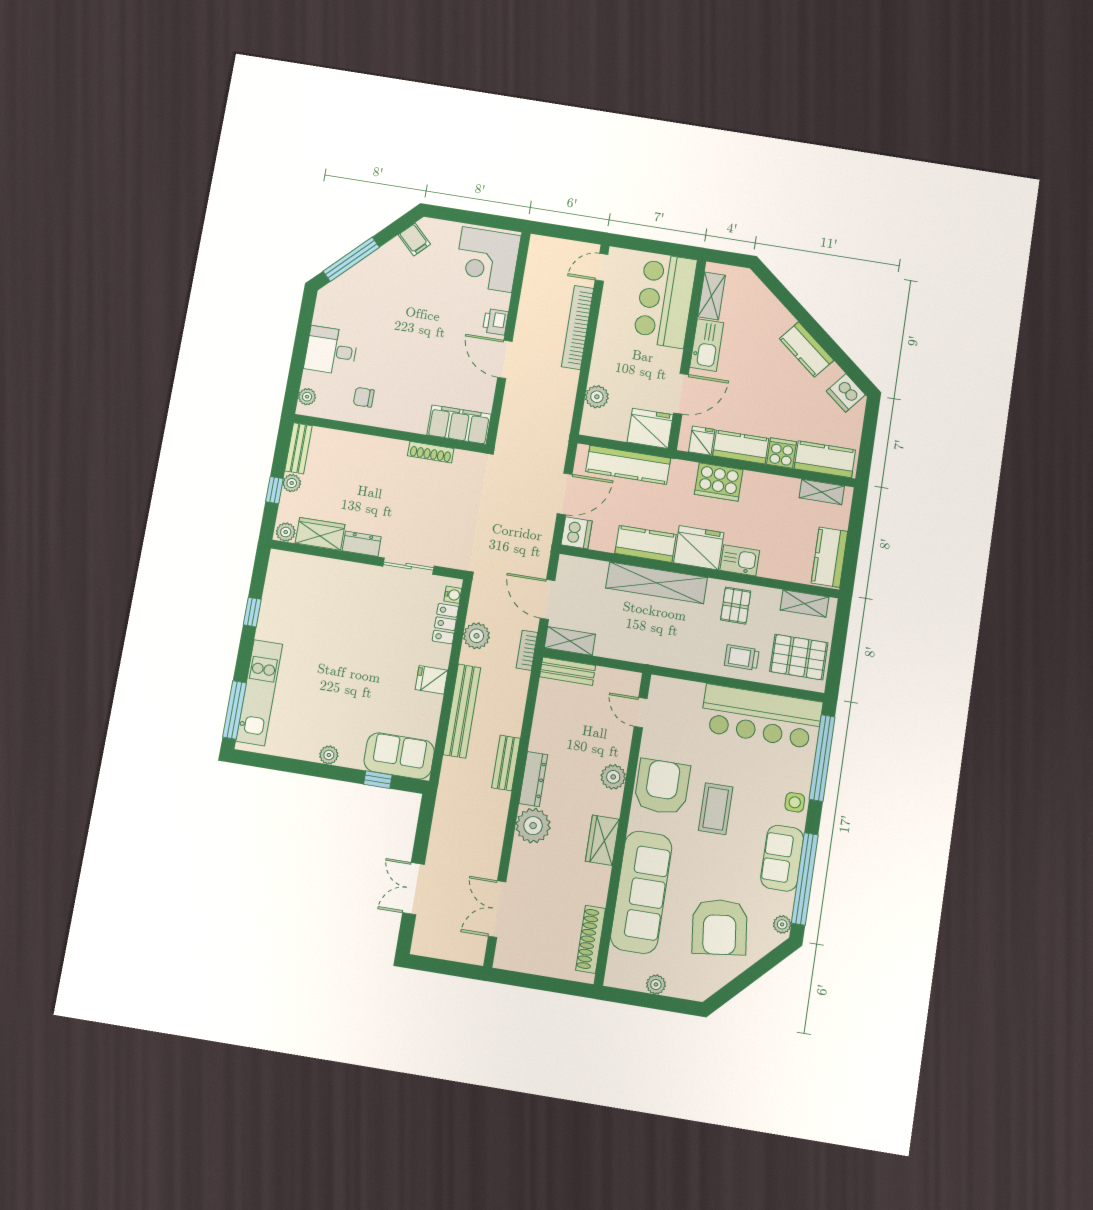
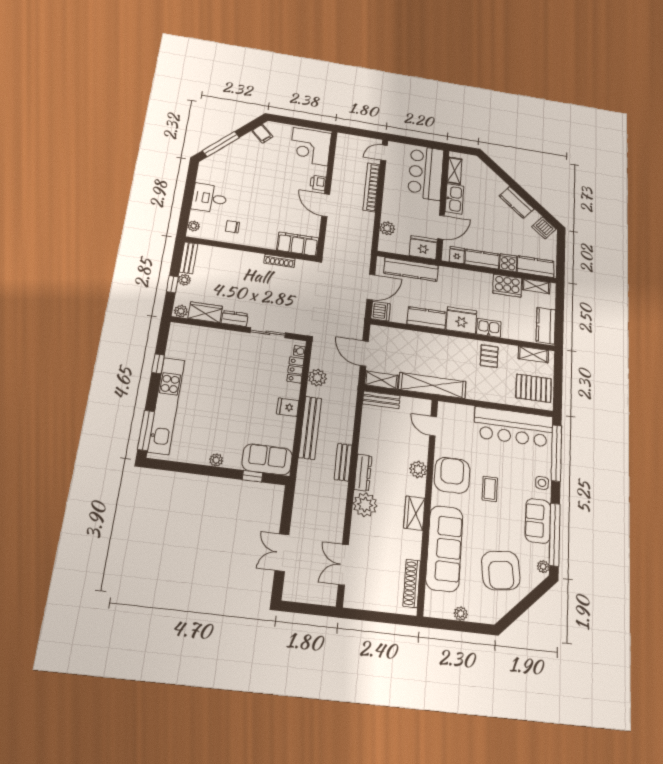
cooker: (719, 482) -> (507, 286), moved
shelving: (657, 583) -> (432, 385), moved
bookcase: (527, 650) -> (353, 387), removed
trolley: (742, 657) -> (497, 389), removed
kitchen unit: (259, 693) -> (166, 405), width x1.36
coffee table: (716, 809) -> (490, 489), width x0.73, depth x0.77

